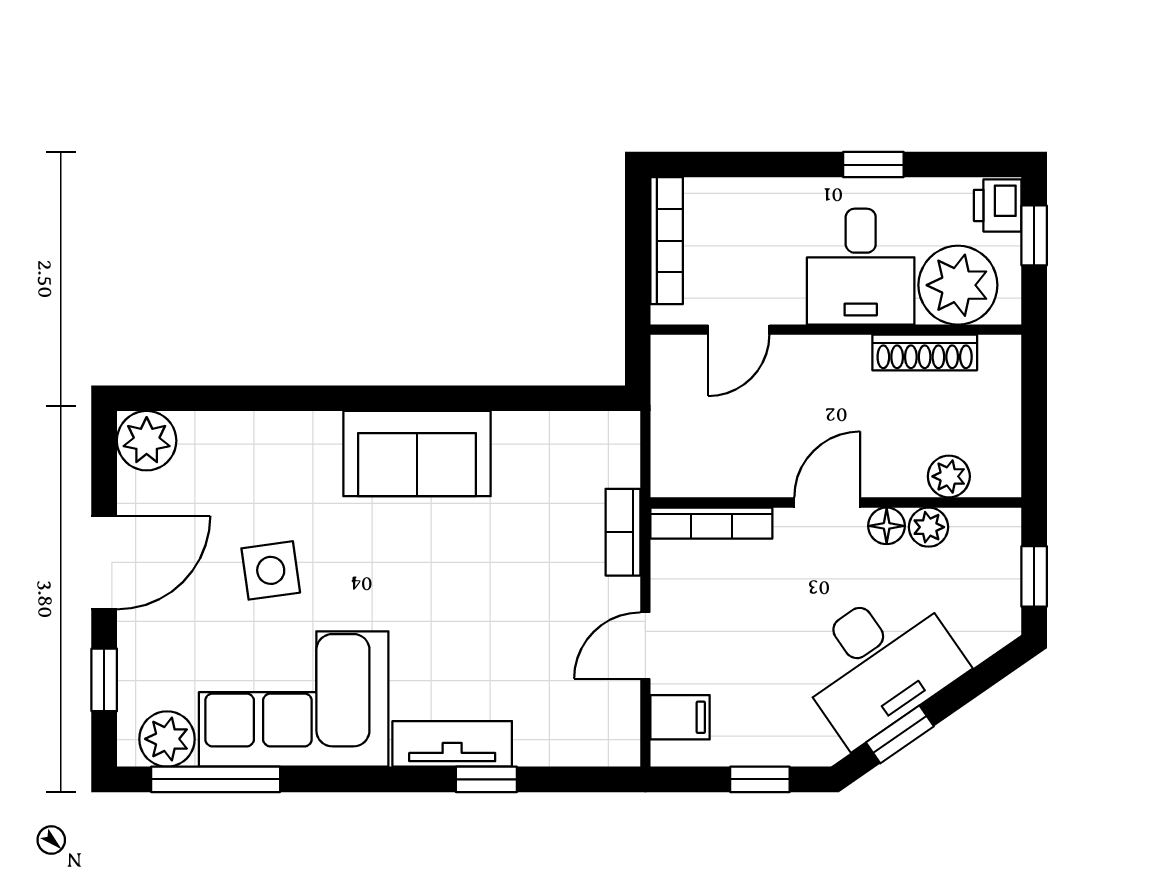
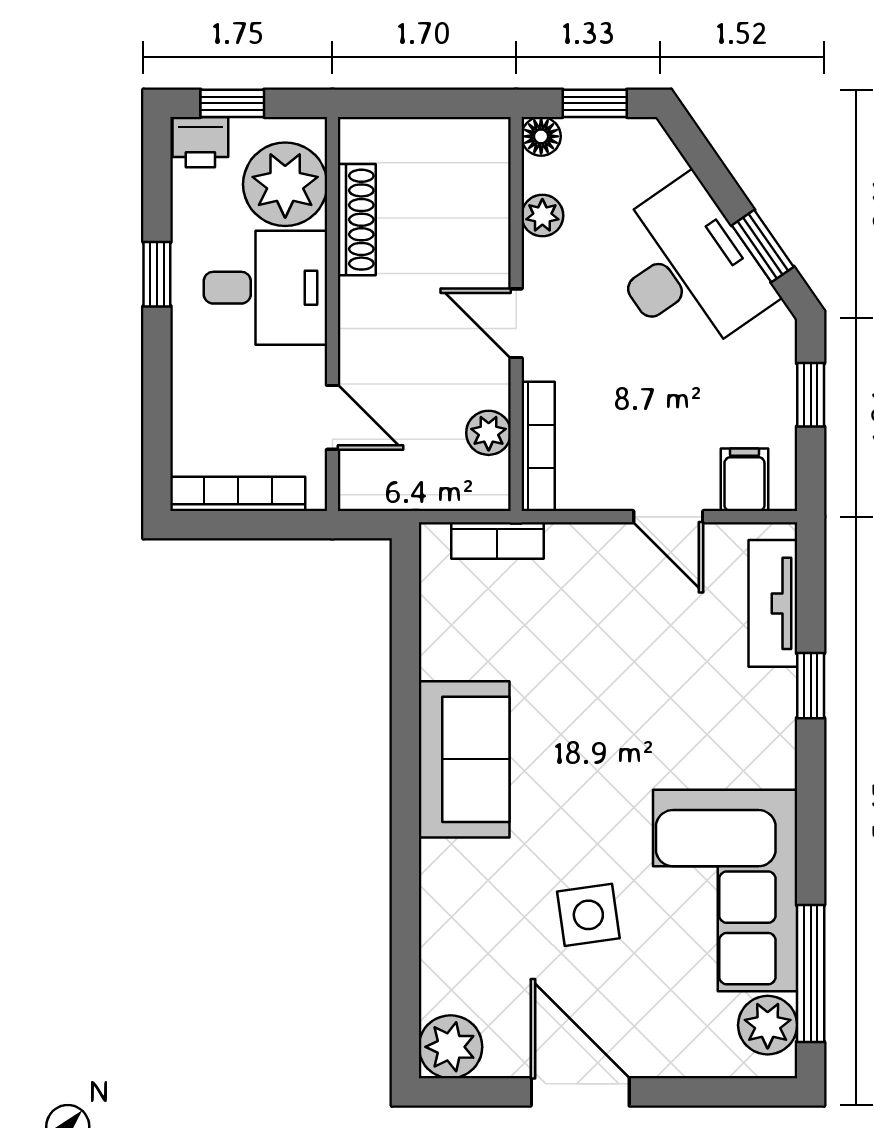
plant: (949, 476) -> (489, 433), moved
floor lamp: (887, 526) -> (541, 136), moved
bookcase: (623, 532) -> (497, 540), moved
window: (104, 680) -> (705, 1092), removed
tv unit: (452, 744) -> (773, 603), moved

